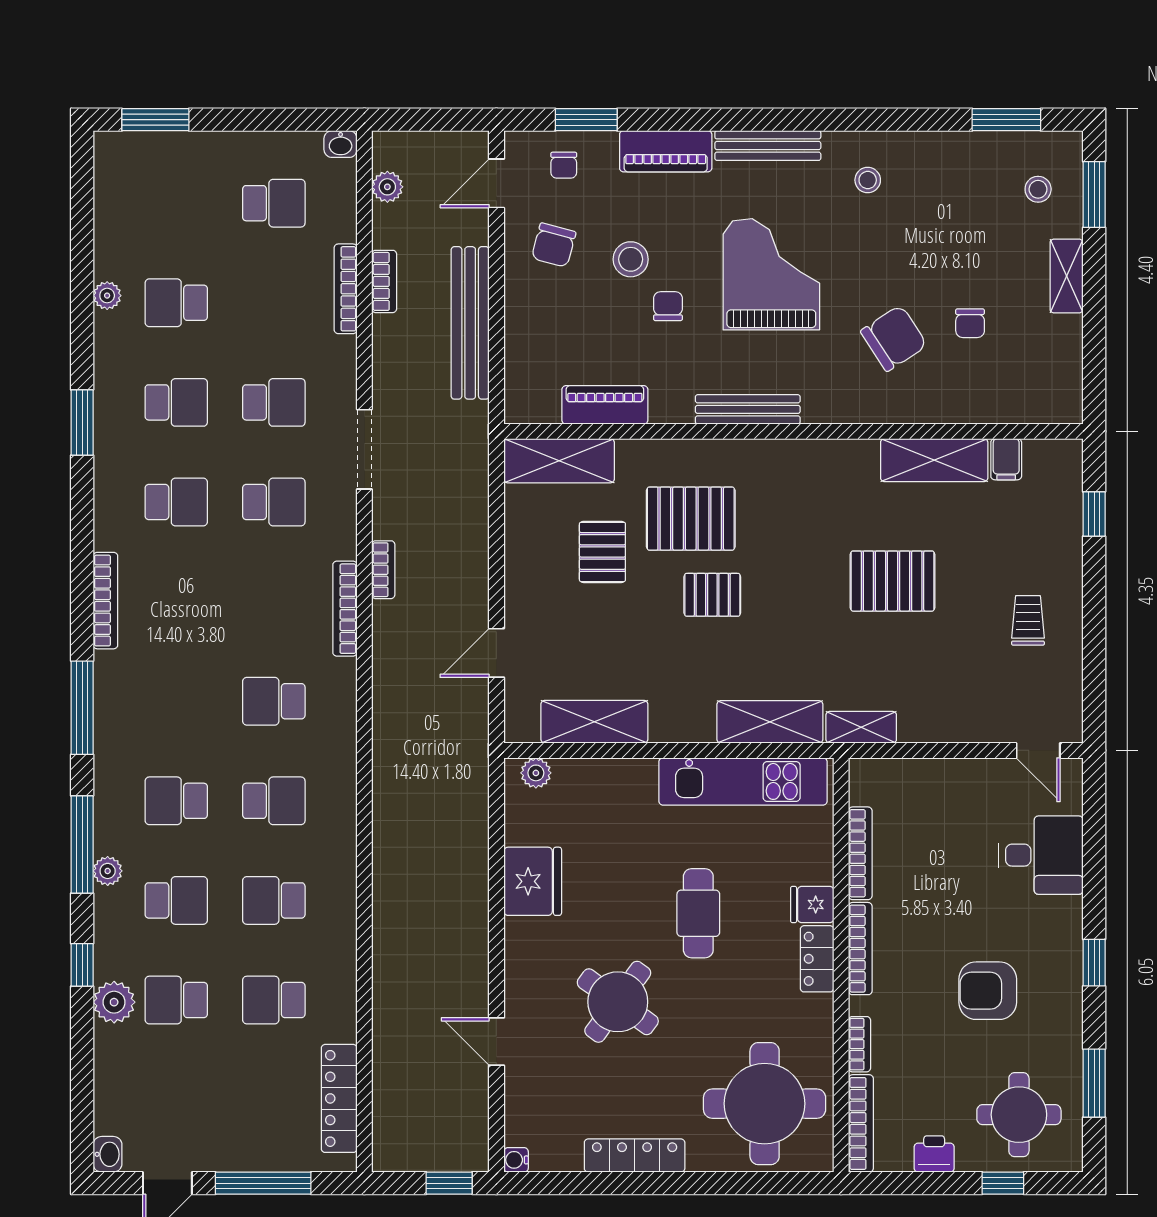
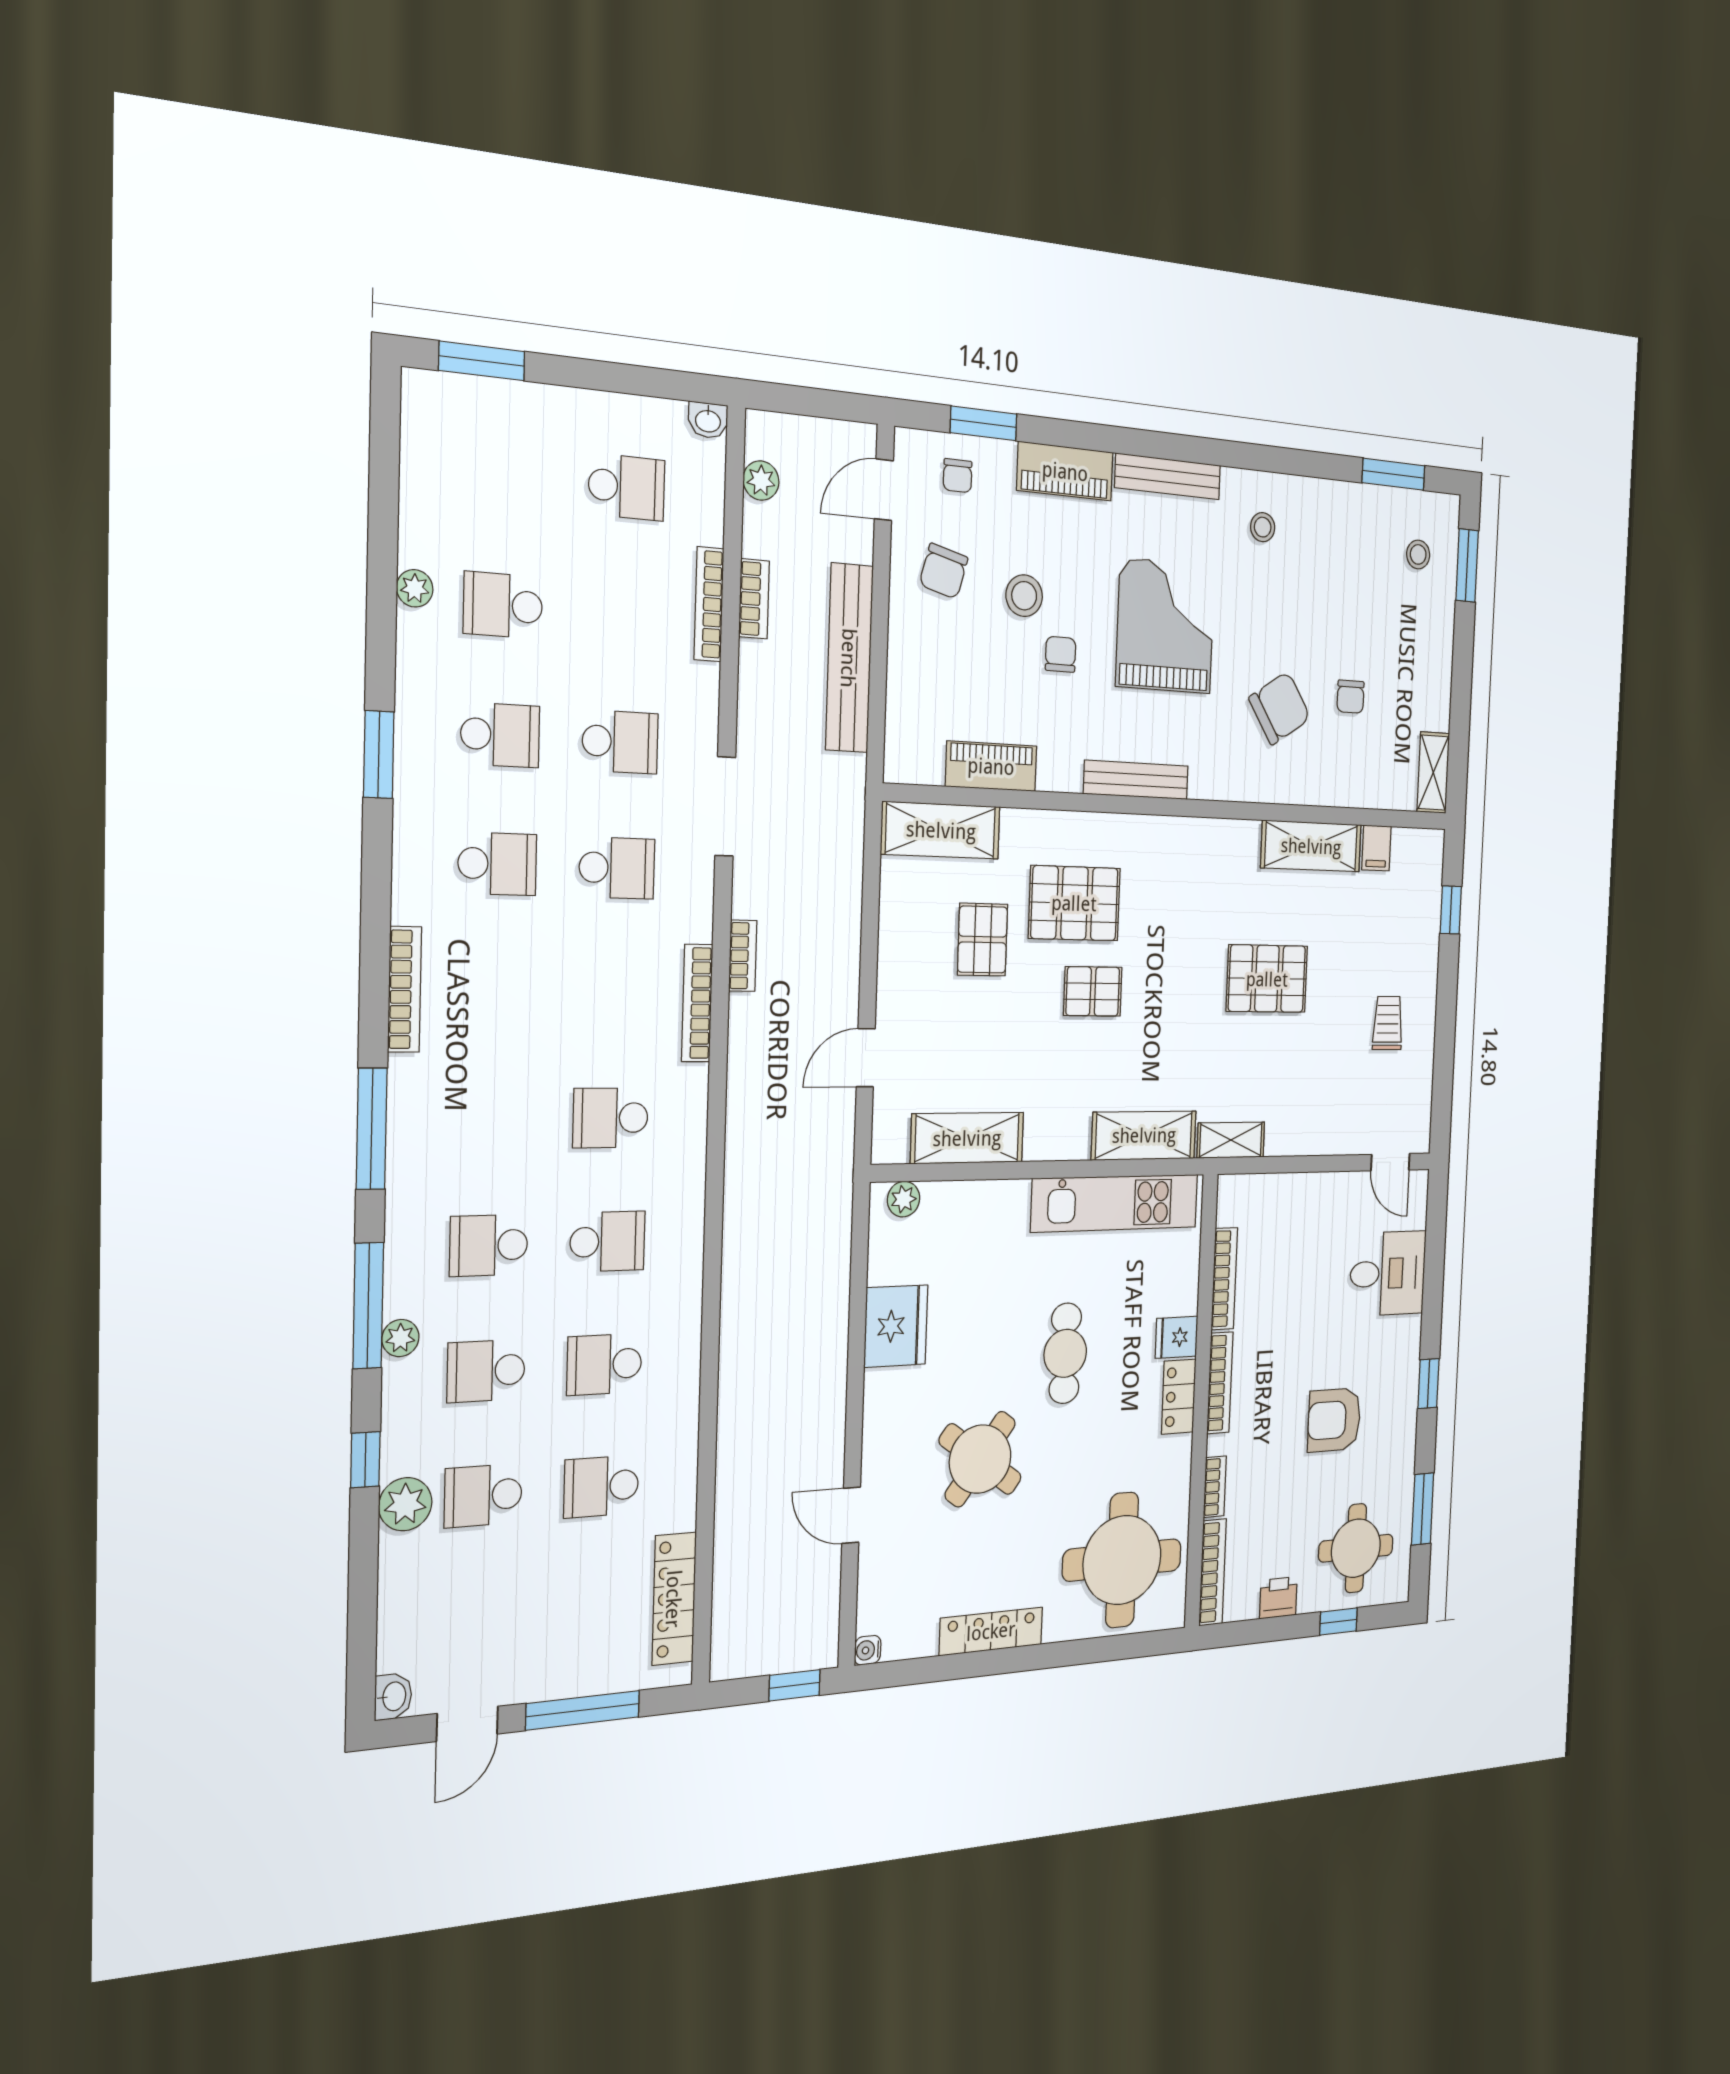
shelving: (1067, 276) -> (1433, 773), moved
school desk: (176, 900) -> (486, 1371), turned 180

